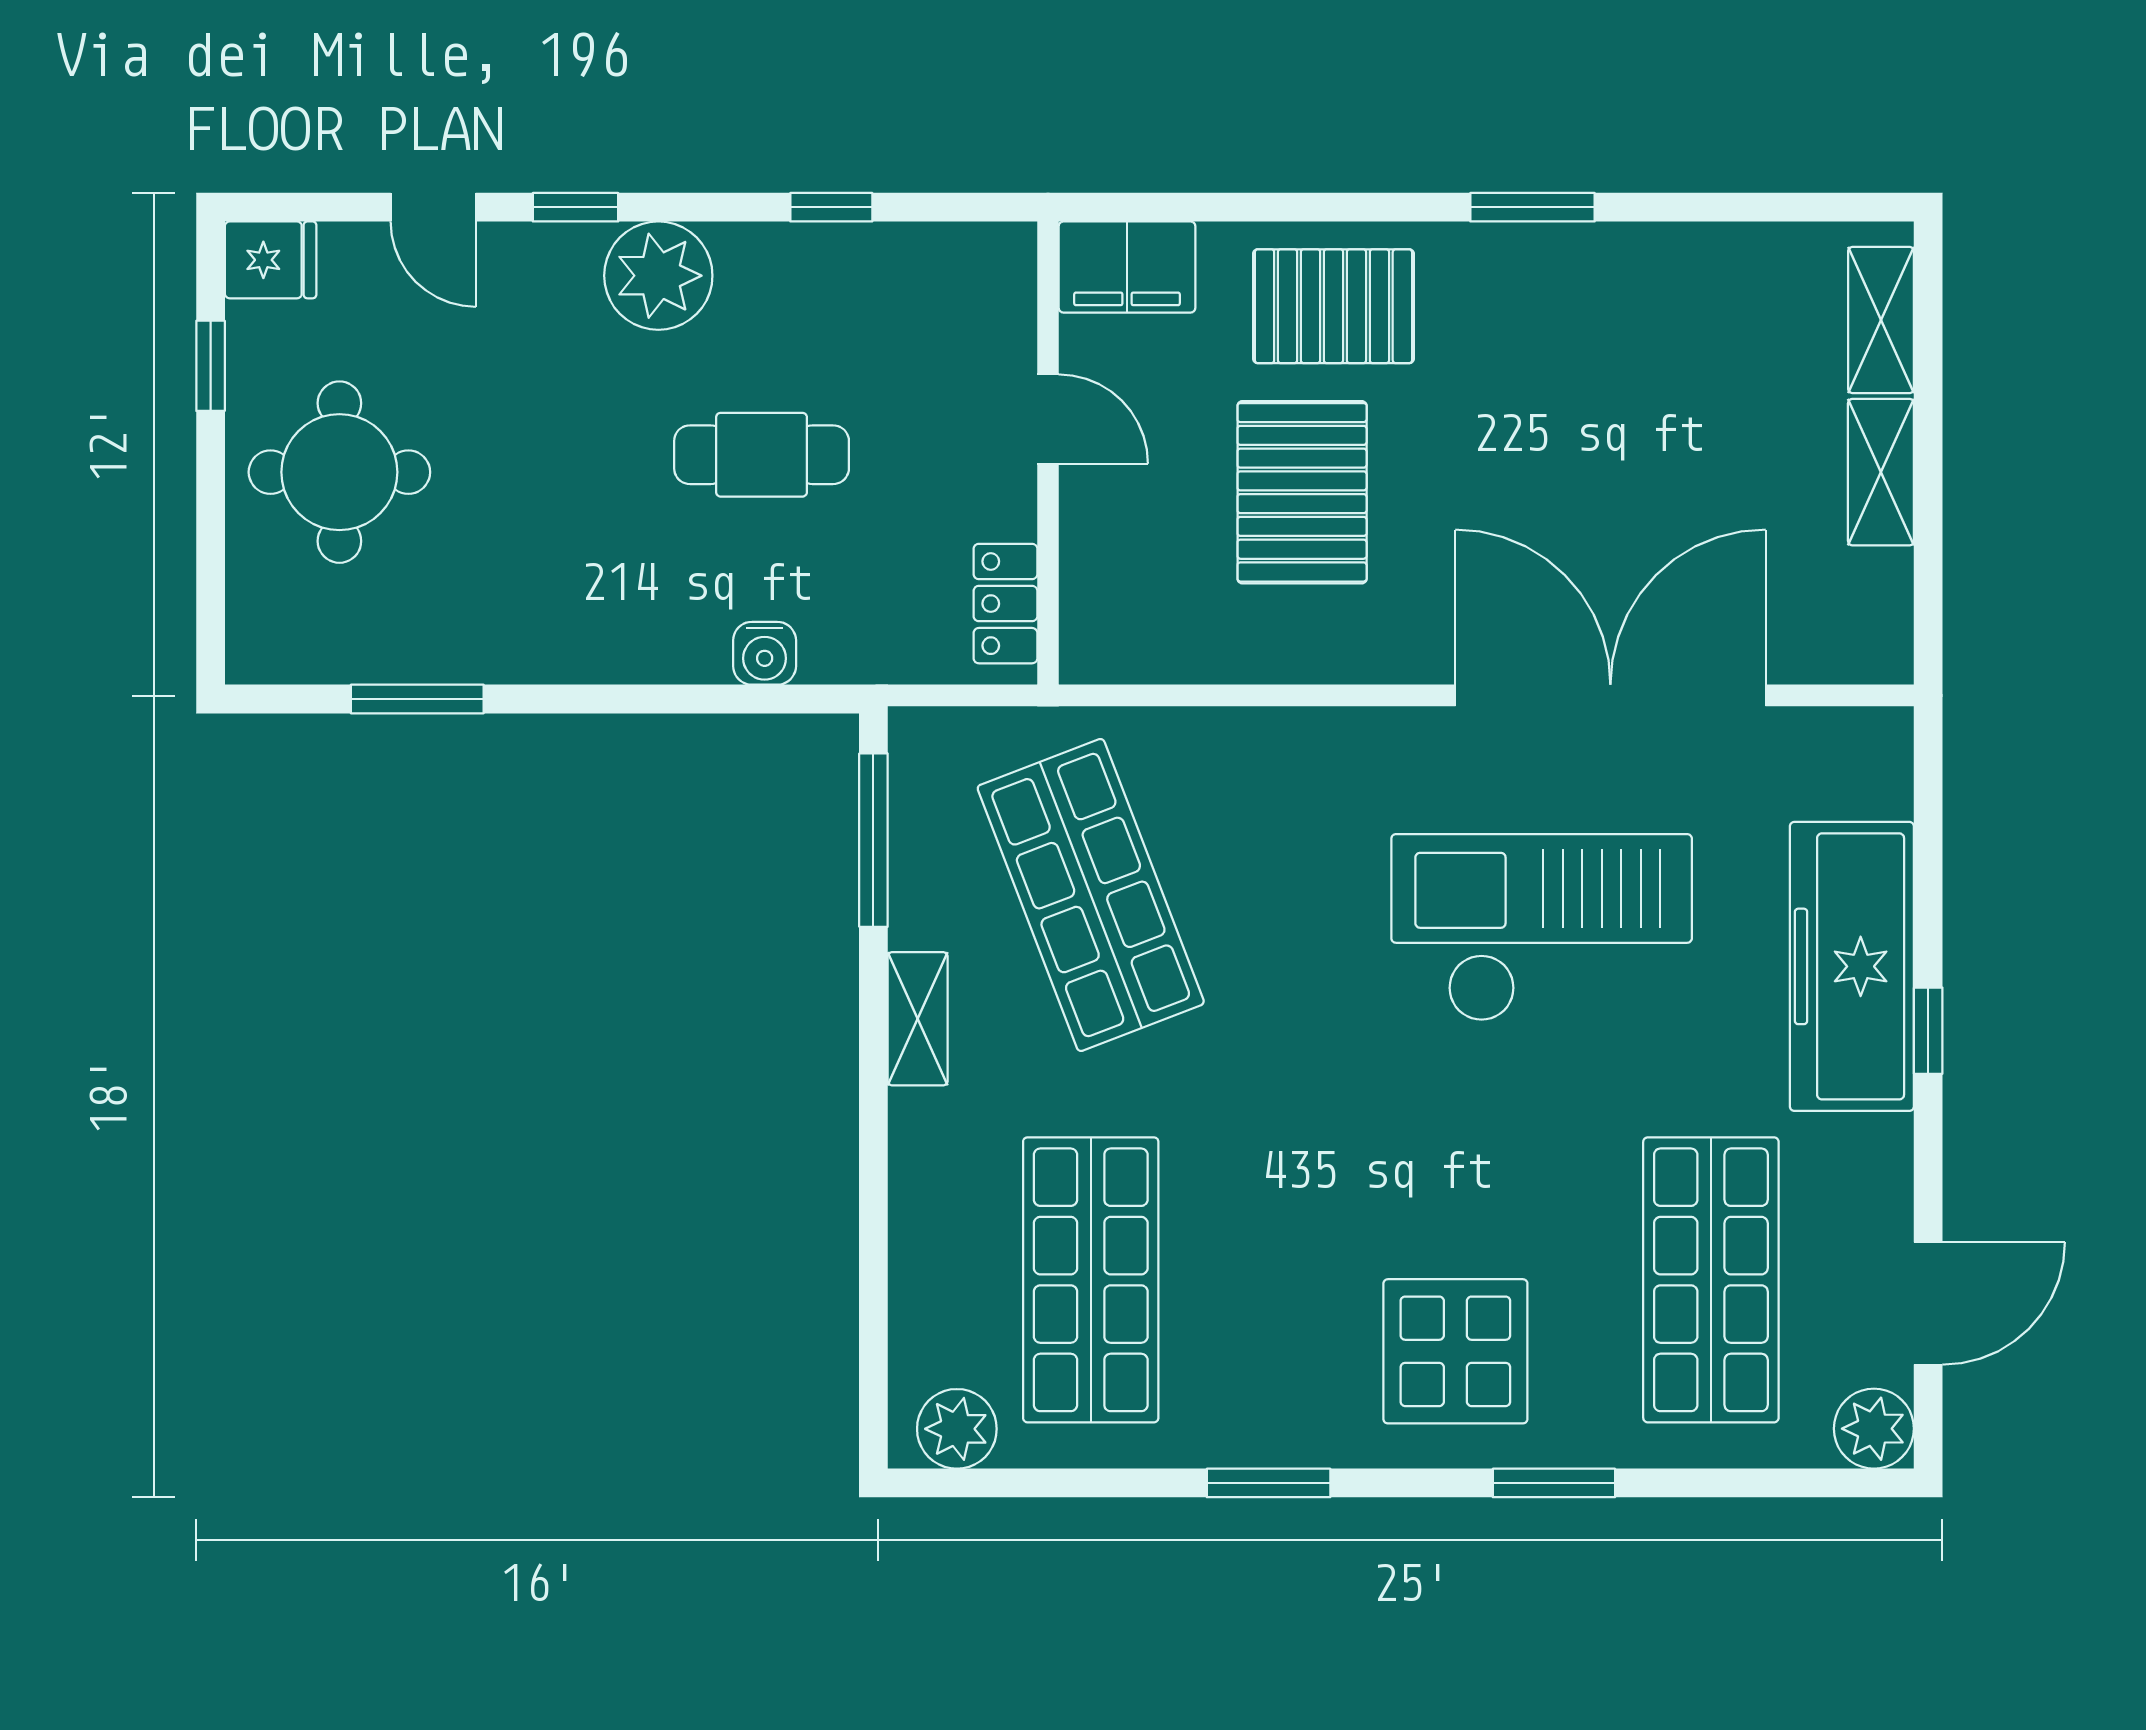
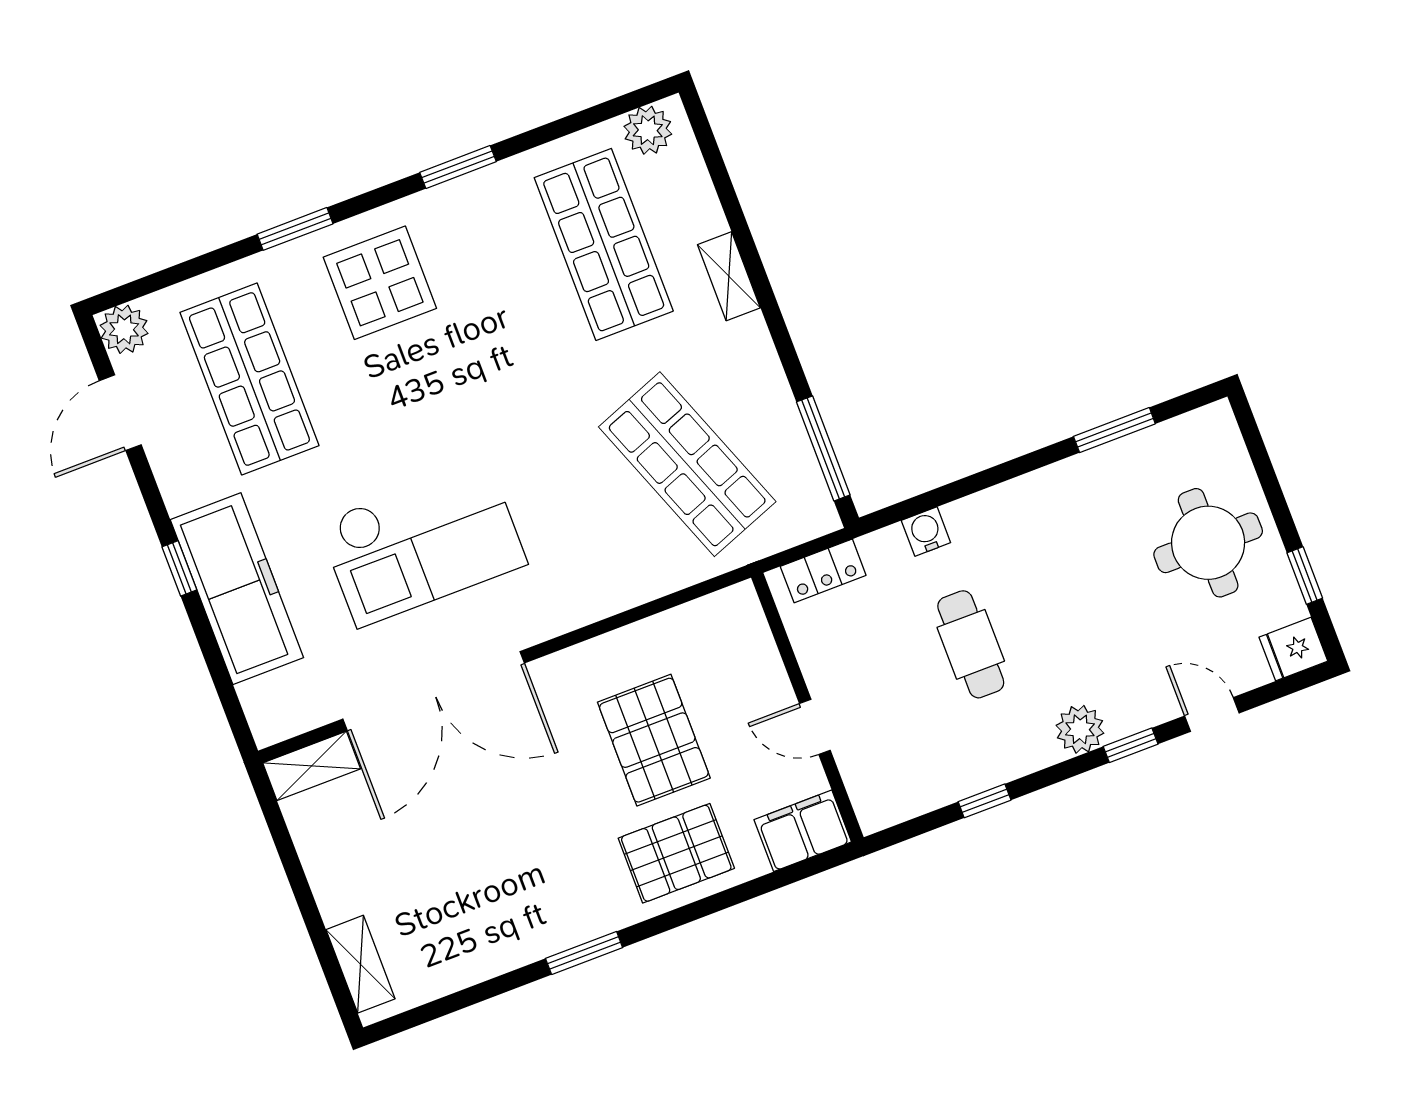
plant: (658, 276) -> (1080, 729), width x0.73, depth x0.73
cafe table: (762, 455) -> (971, 644), turned 90
shelving: (1881, 472) -> (312, 766), moved, turned 90
locker: (1005, 604) -> (823, 571), moved, turned 90
shelving: (918, 1019) -> (729, 276), moved

